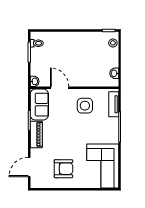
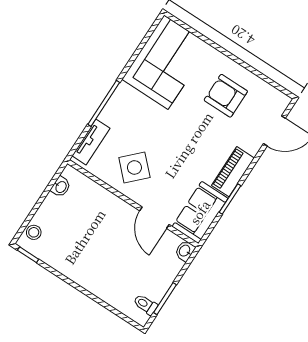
side table: (85, 106) -> (134, 167), turned 45

